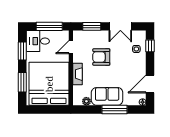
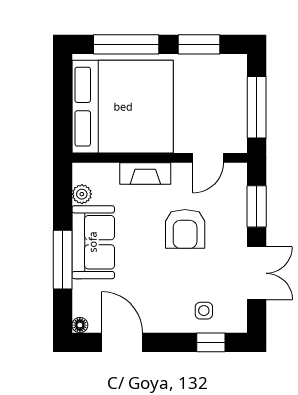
double door: (120, 26) -> (257, 273), swing flipped
desk: (38, 41) -> (222, 81), removed
door: (71, 47) -> (208, 158), swing flipped
armchair: (101, 57) -> (185, 229), turned 180
window: (22, 82) -> (126, 44), width x1.44

